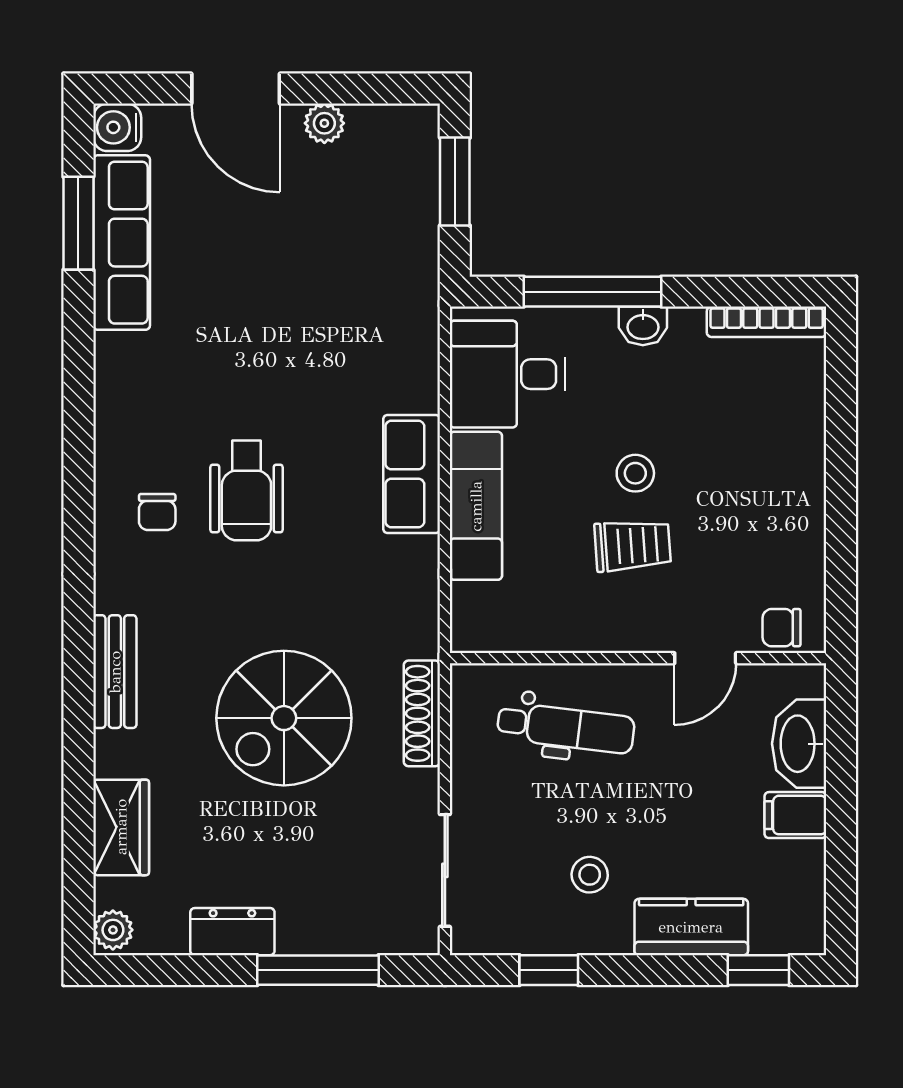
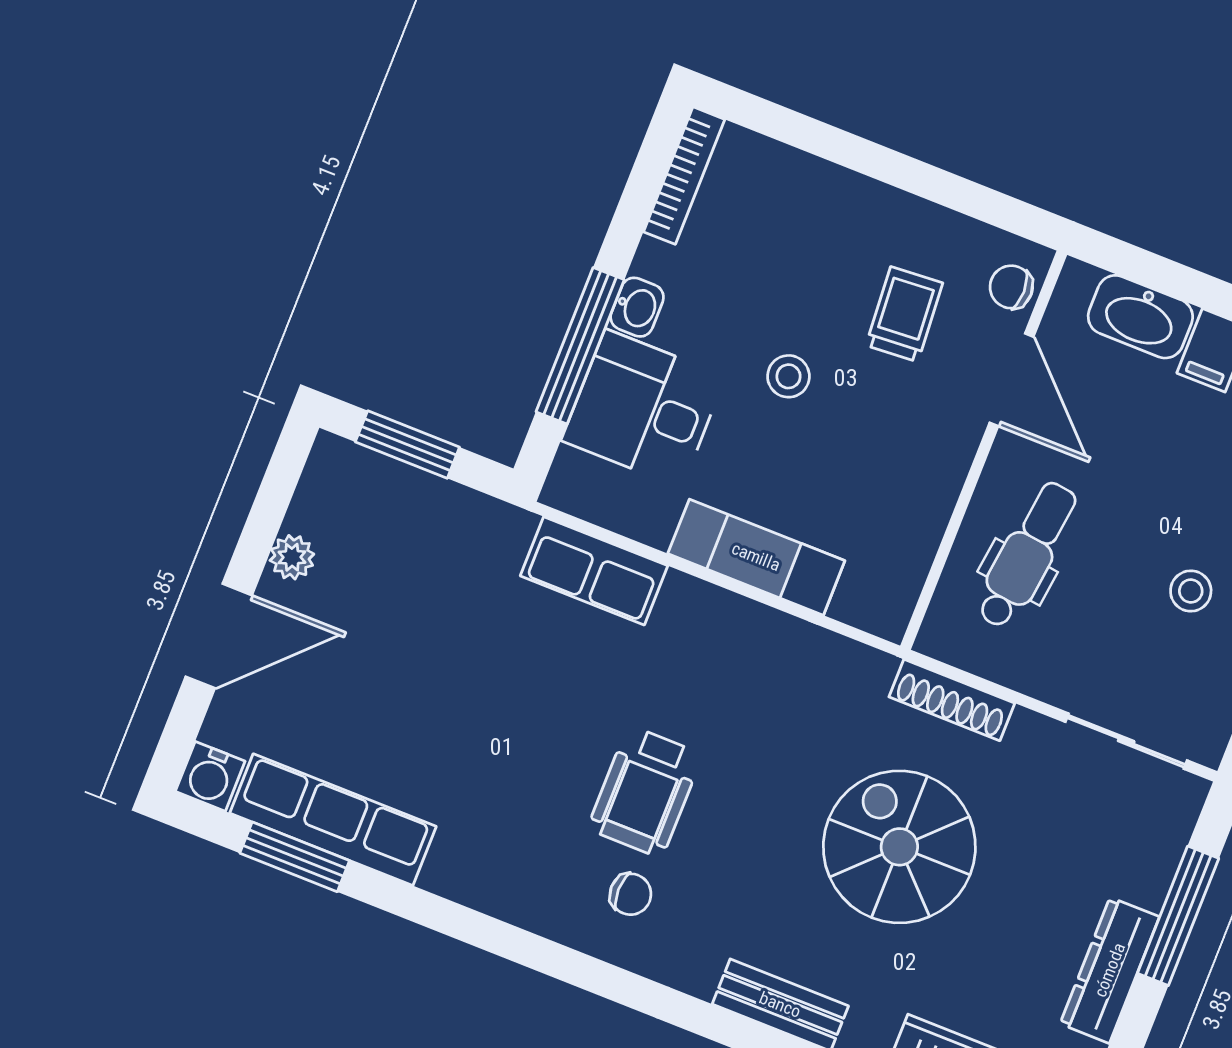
desk: (508, 374) -> (643, 408), moved, turned 90
row of seats: (412, 474) -> (594, 571), moved
wheelchair: (246, 490) -> (645, 792), turned 90
trolley: (633, 546) -> (904, 314), moved
chair: (782, 628) -> (1011, 287), turned 89
door: (705, 658) -> (1012, 380), width x1.38
spiral stairs: (284, 718) -> (899, 847), turned 180
dresser: (232, 932) -> (1110, 970), width x1.44

